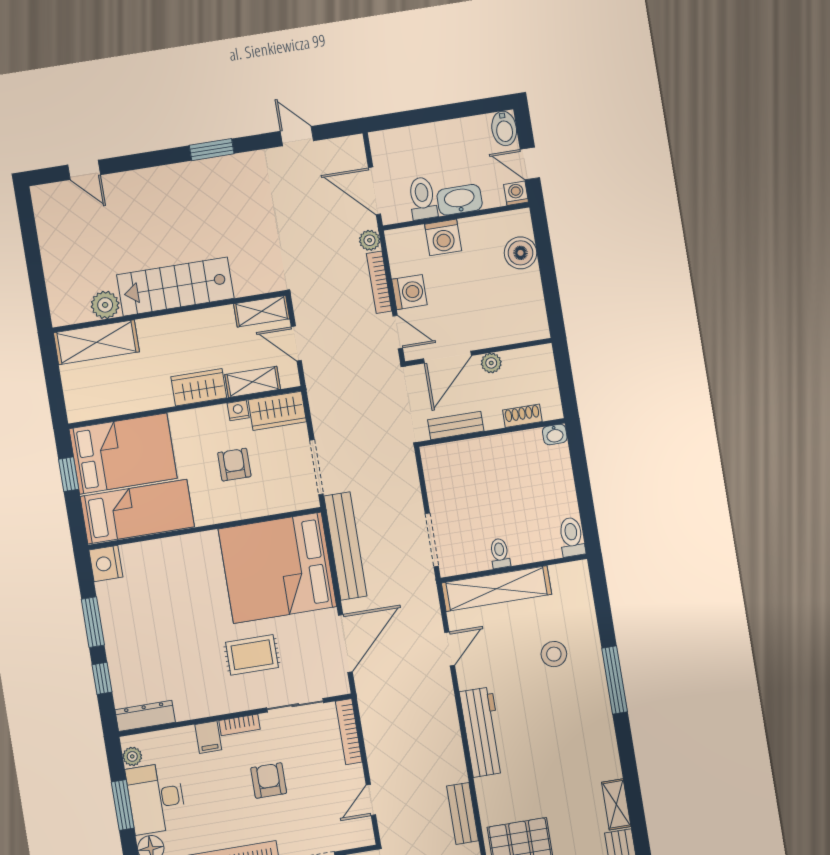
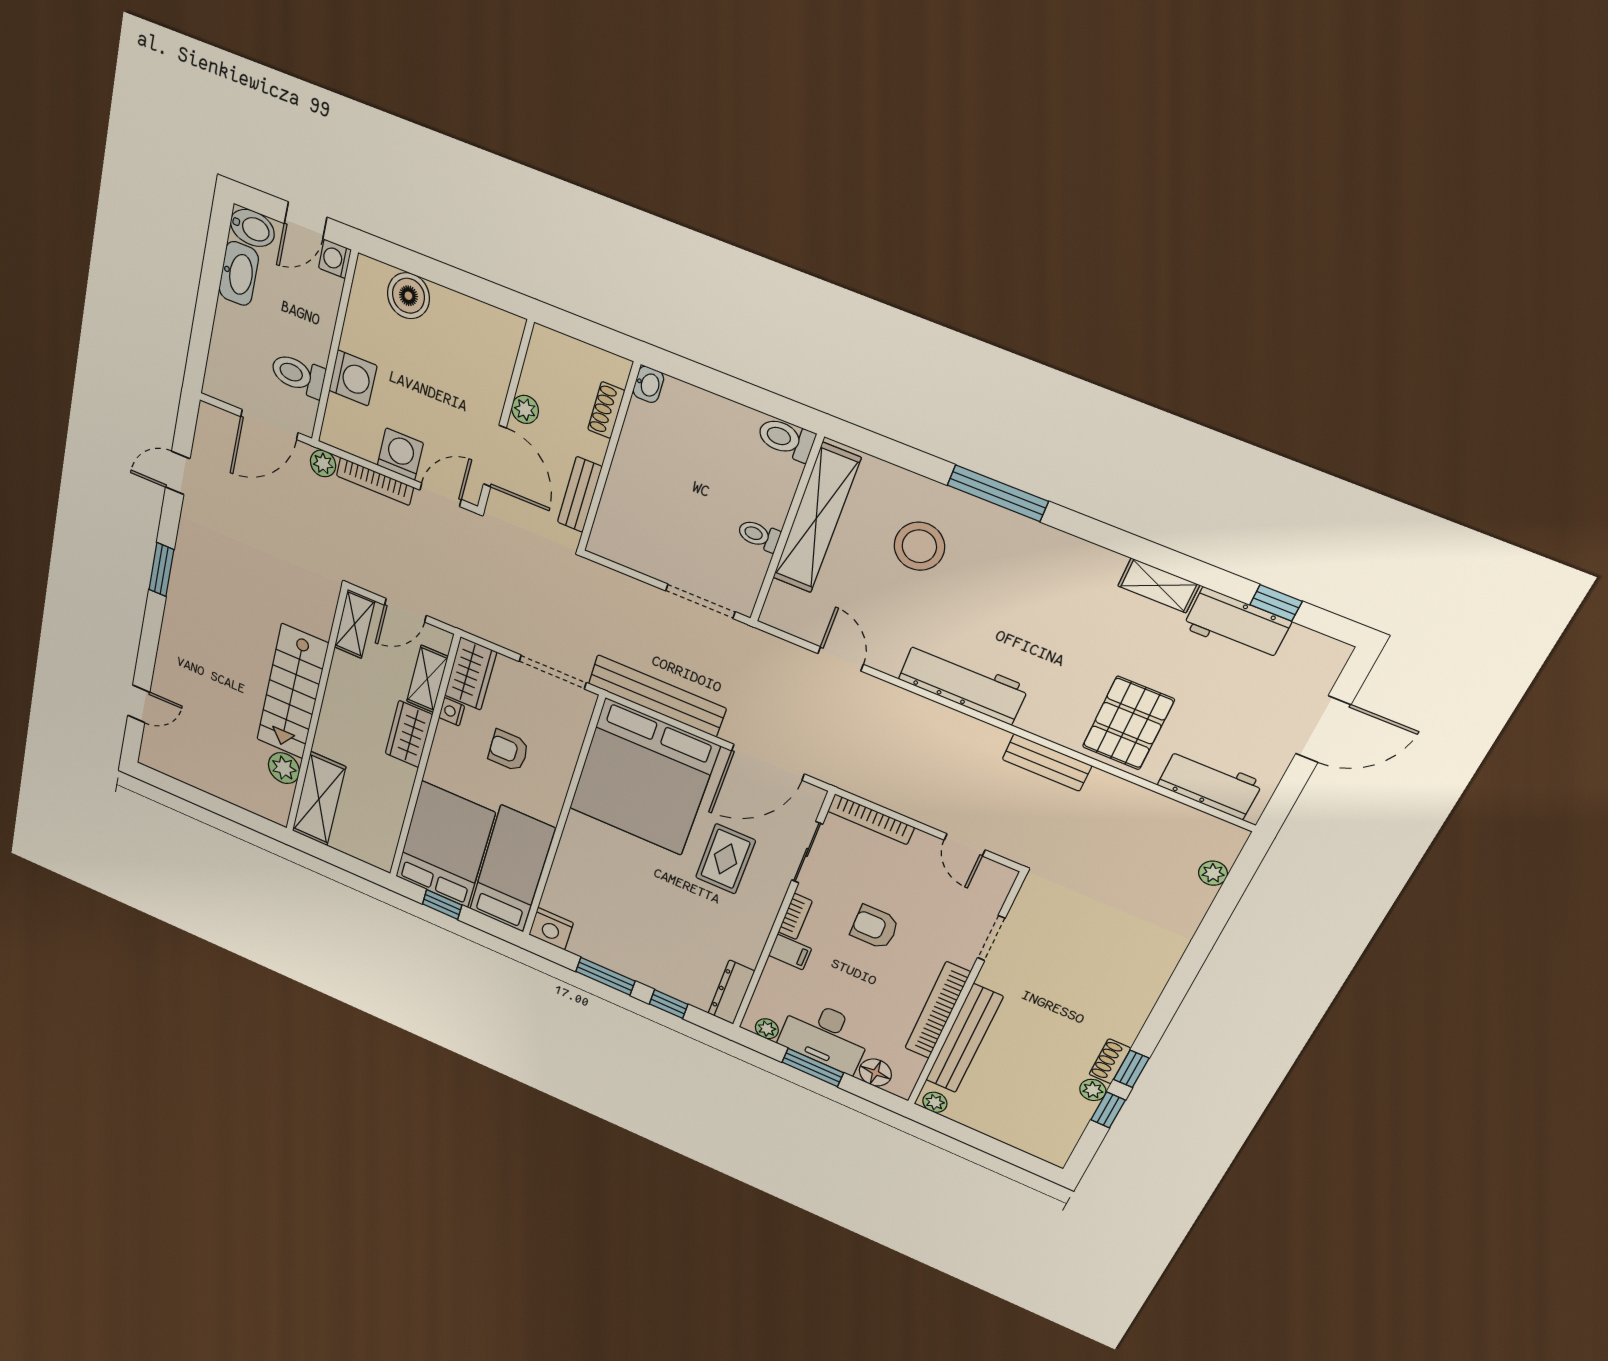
washbasin: (460, 200) -> (239, 274), moved, turned 180
shelving: (497, 589) -> (816, 519), moved
door: (345, 643) -> (768, 762), swing flipped
stool: (554, 654) -> (919, 546), width x1.38, depth x1.38

